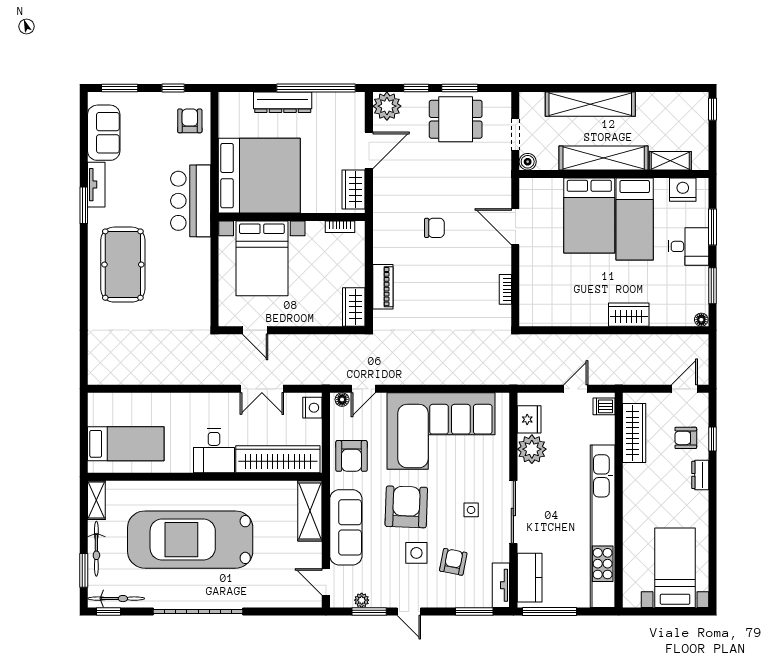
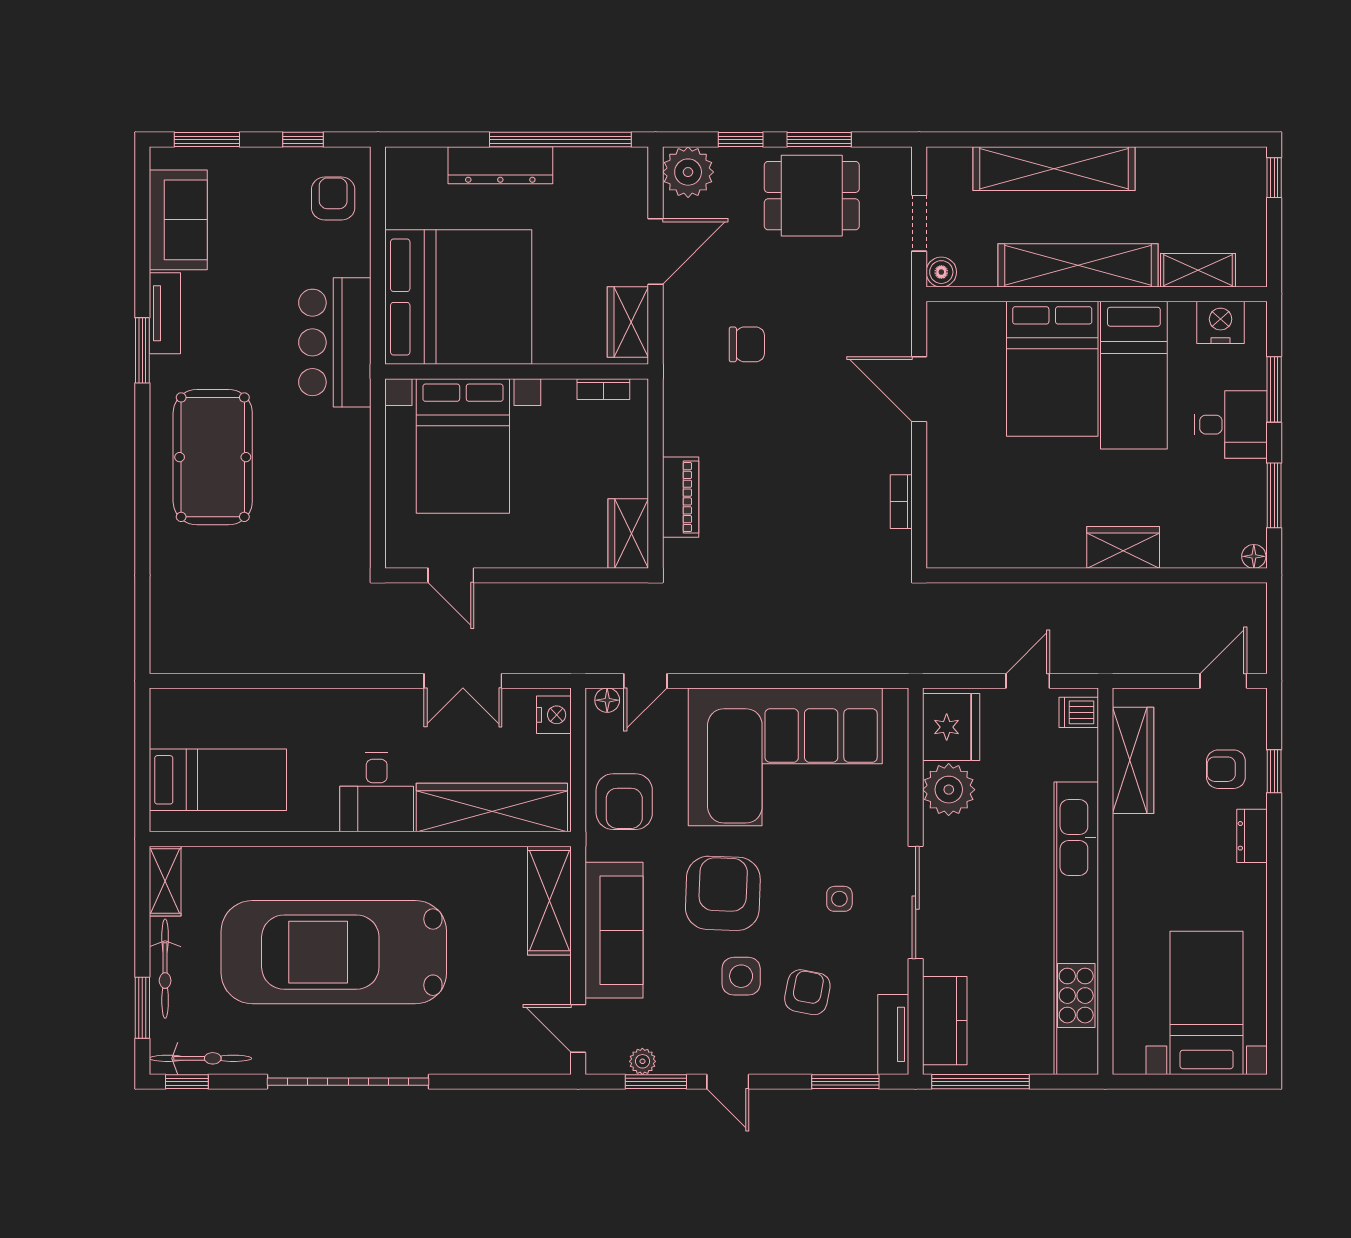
chair: (434, 228) -> (747, 344), moved
fridge: (529, 419) -> (951, 727), width x1.36, depth x1.34

